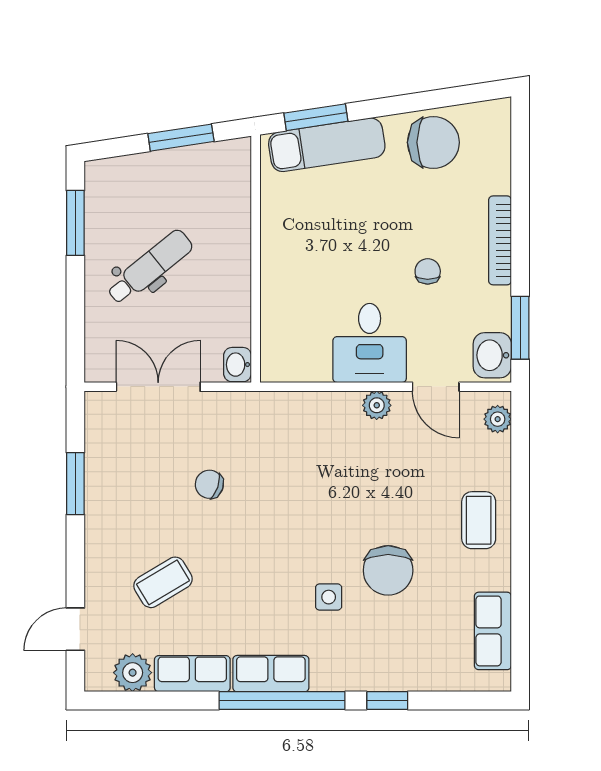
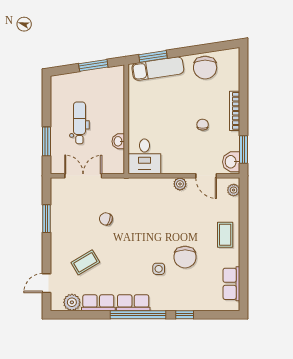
chair: (433, 142) -> (205, 68), turned 90
window: (75, 223) -> (47, 141), moved
dental chair: (150, 267) -> (79, 123), turned -51
desk: (370, 343) -> (144, 156), moved
washbasin: (238, 365) -> (118, 141), moved

